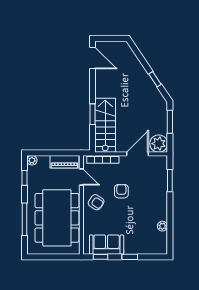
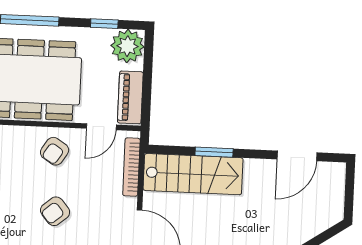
door: (93, 58) -> (297, 156), moved
plant: (32, 160) -> (127, 46), width x1.88, depth x1.88
armchair: (121, 191) -> (55, 211), moved, turned 140

